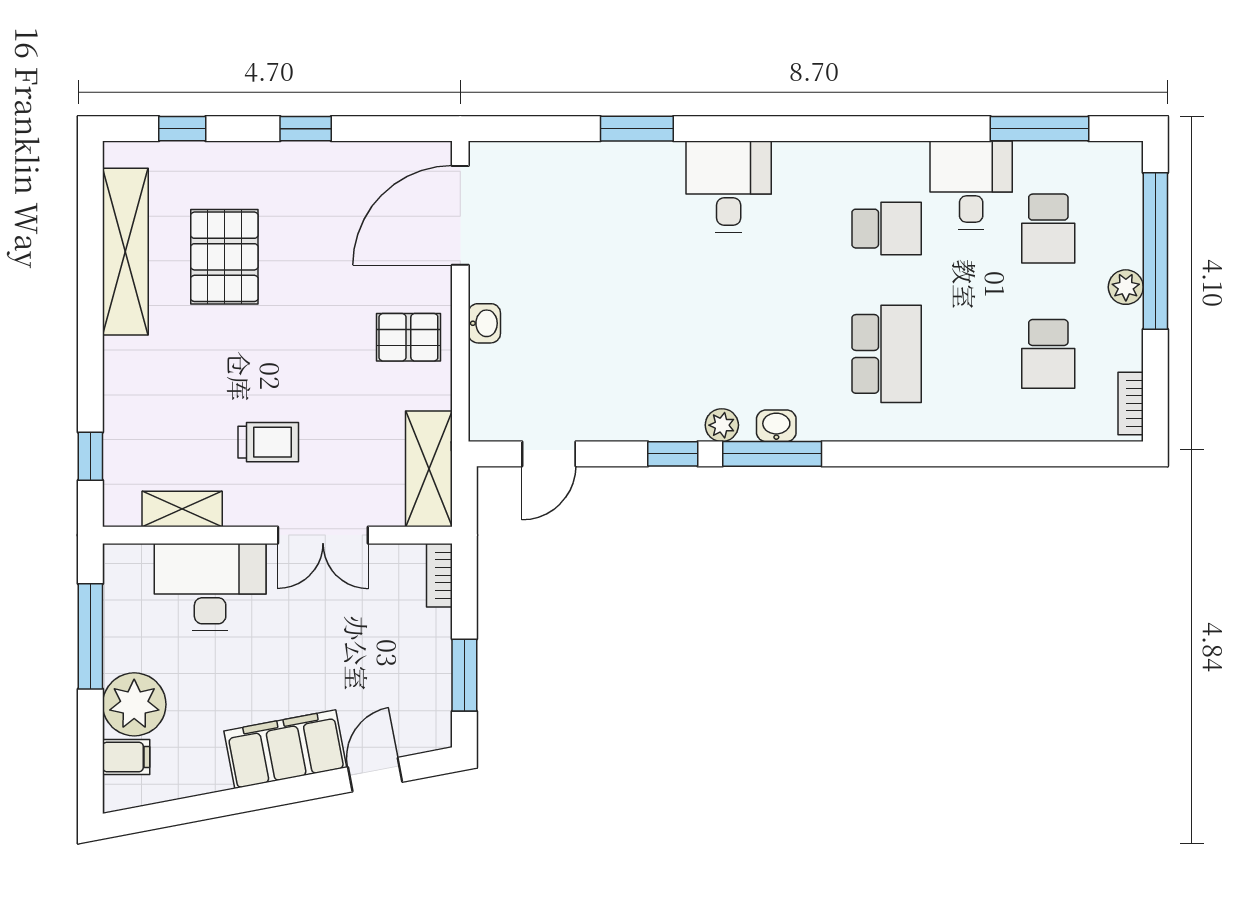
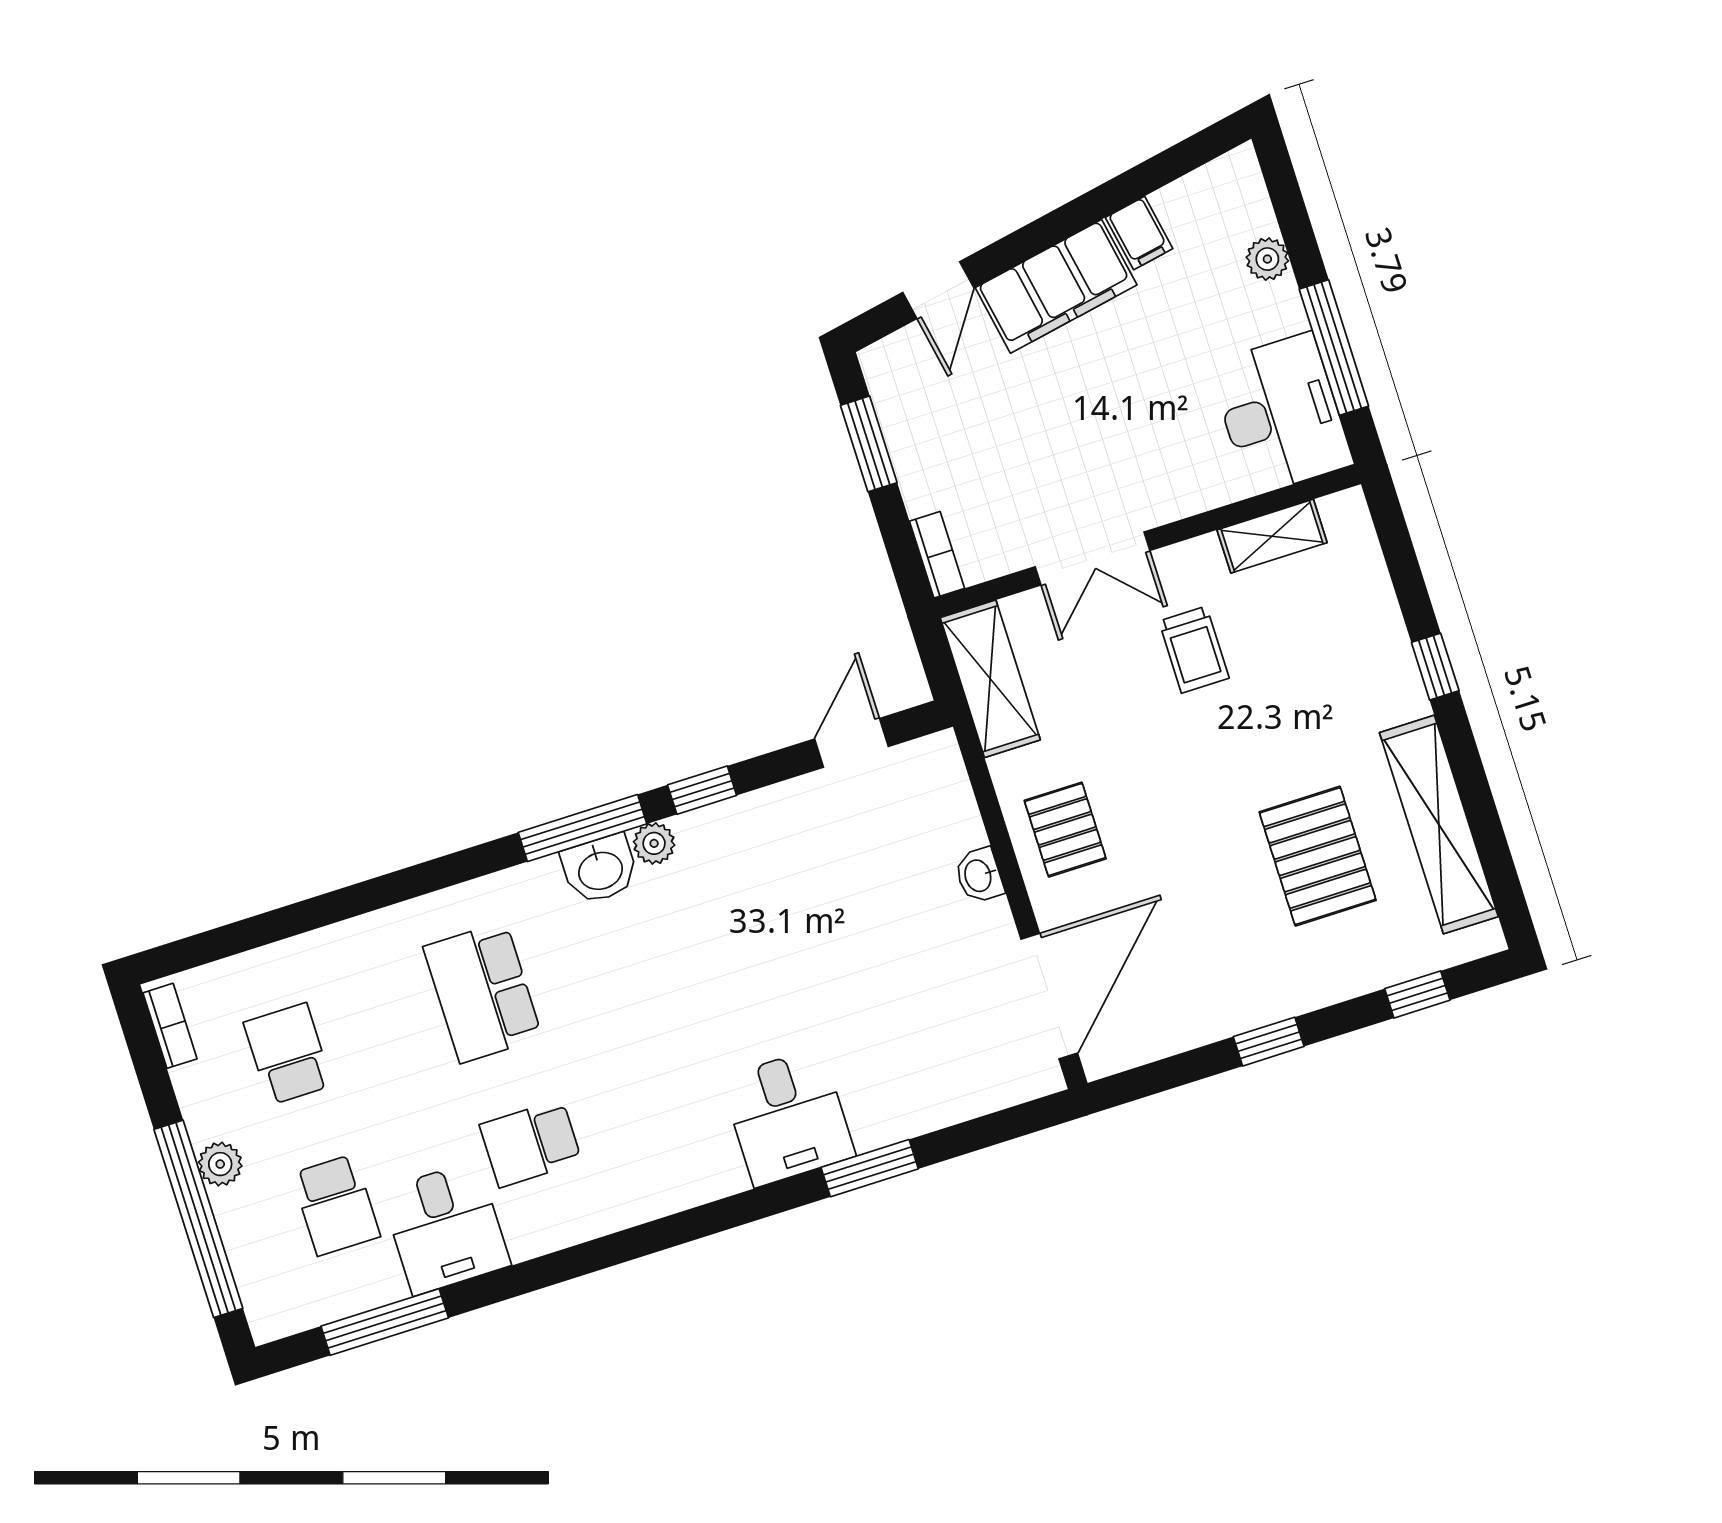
desk: (729, 187) -> (788, 1117), moved
school desk: (1048, 229) -> (336, 1205), turned 180
pallet: (408, 337) -> (1065, 830), turned 90
washbasin: (776, 426) -> (600, 869), width x1.38, depth x1.45
trolley: (268, 442) -> (1194, 650), turned -90
window: (90, 456) -> (1435, 667), moved
double door: (323, 535) -> (1092, 559), swing flipped
desk: (210, 587) -> (1281, 414), moved, turned -90
plant: (134, 704) -> (1267, 259), width x0.53, depth x0.53
filing cabinet: (126, 757) -> (1139, 233), moved, turned -101

